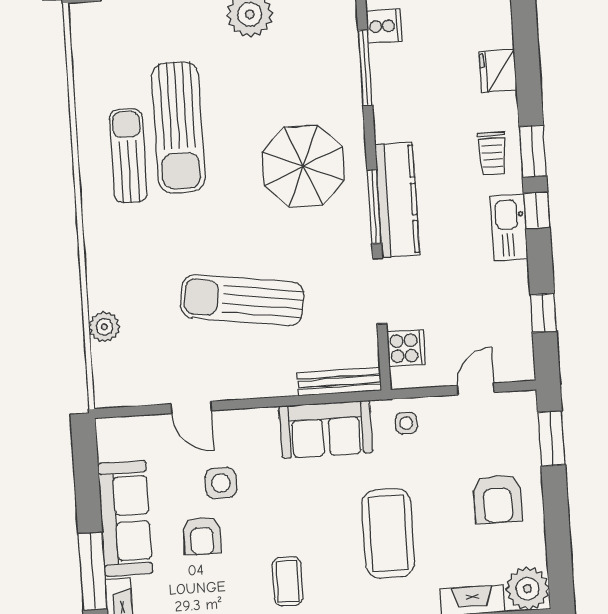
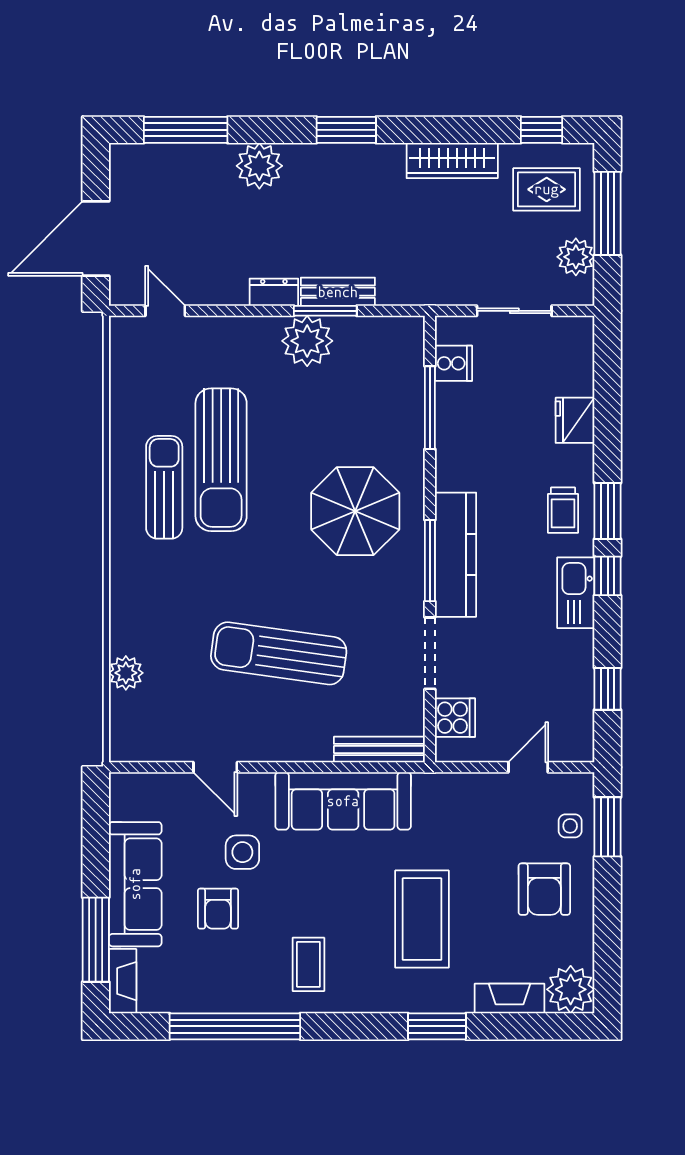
side table: (406, 423) -> (570, 826), moved
sofa: (326, 429) -> (343, 801), width x1.36

